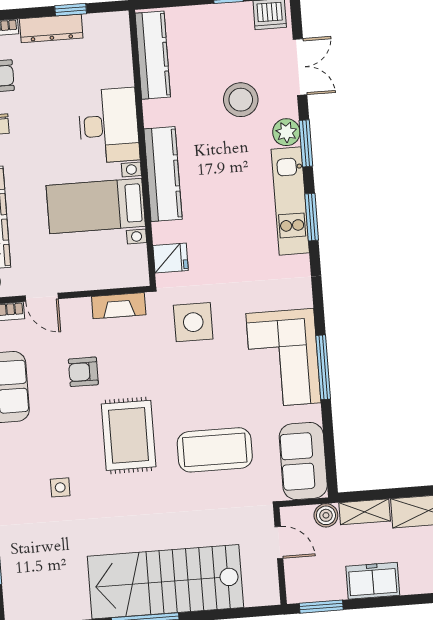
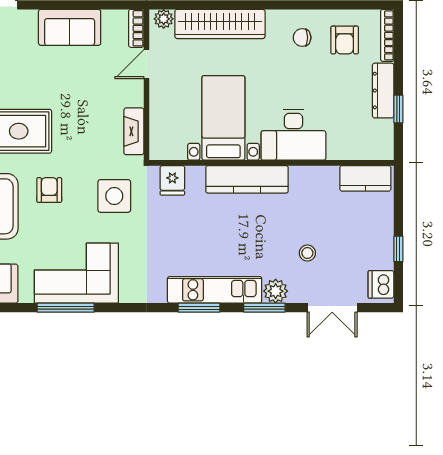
kitchen counter: (153, 55) -> (365, 178), width x0.67
stool: (241, 100) -> (307, 253), width x0.53, depth x0.53
armchair: (83, 372) -> (49, 190), moved

